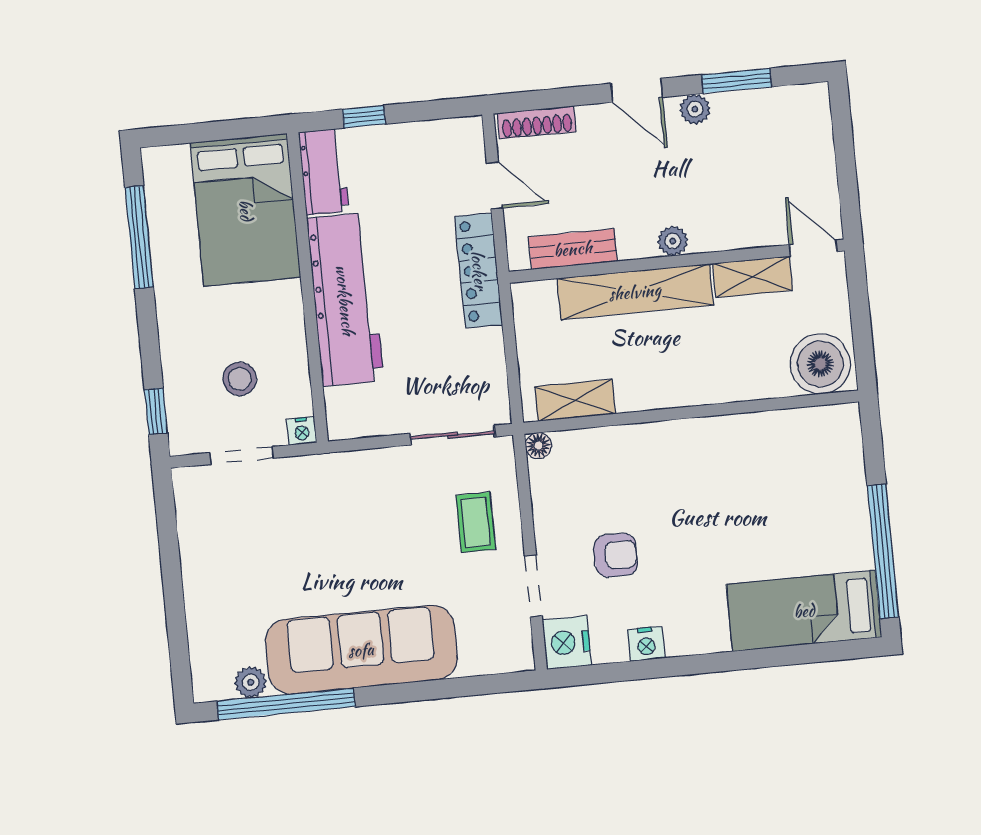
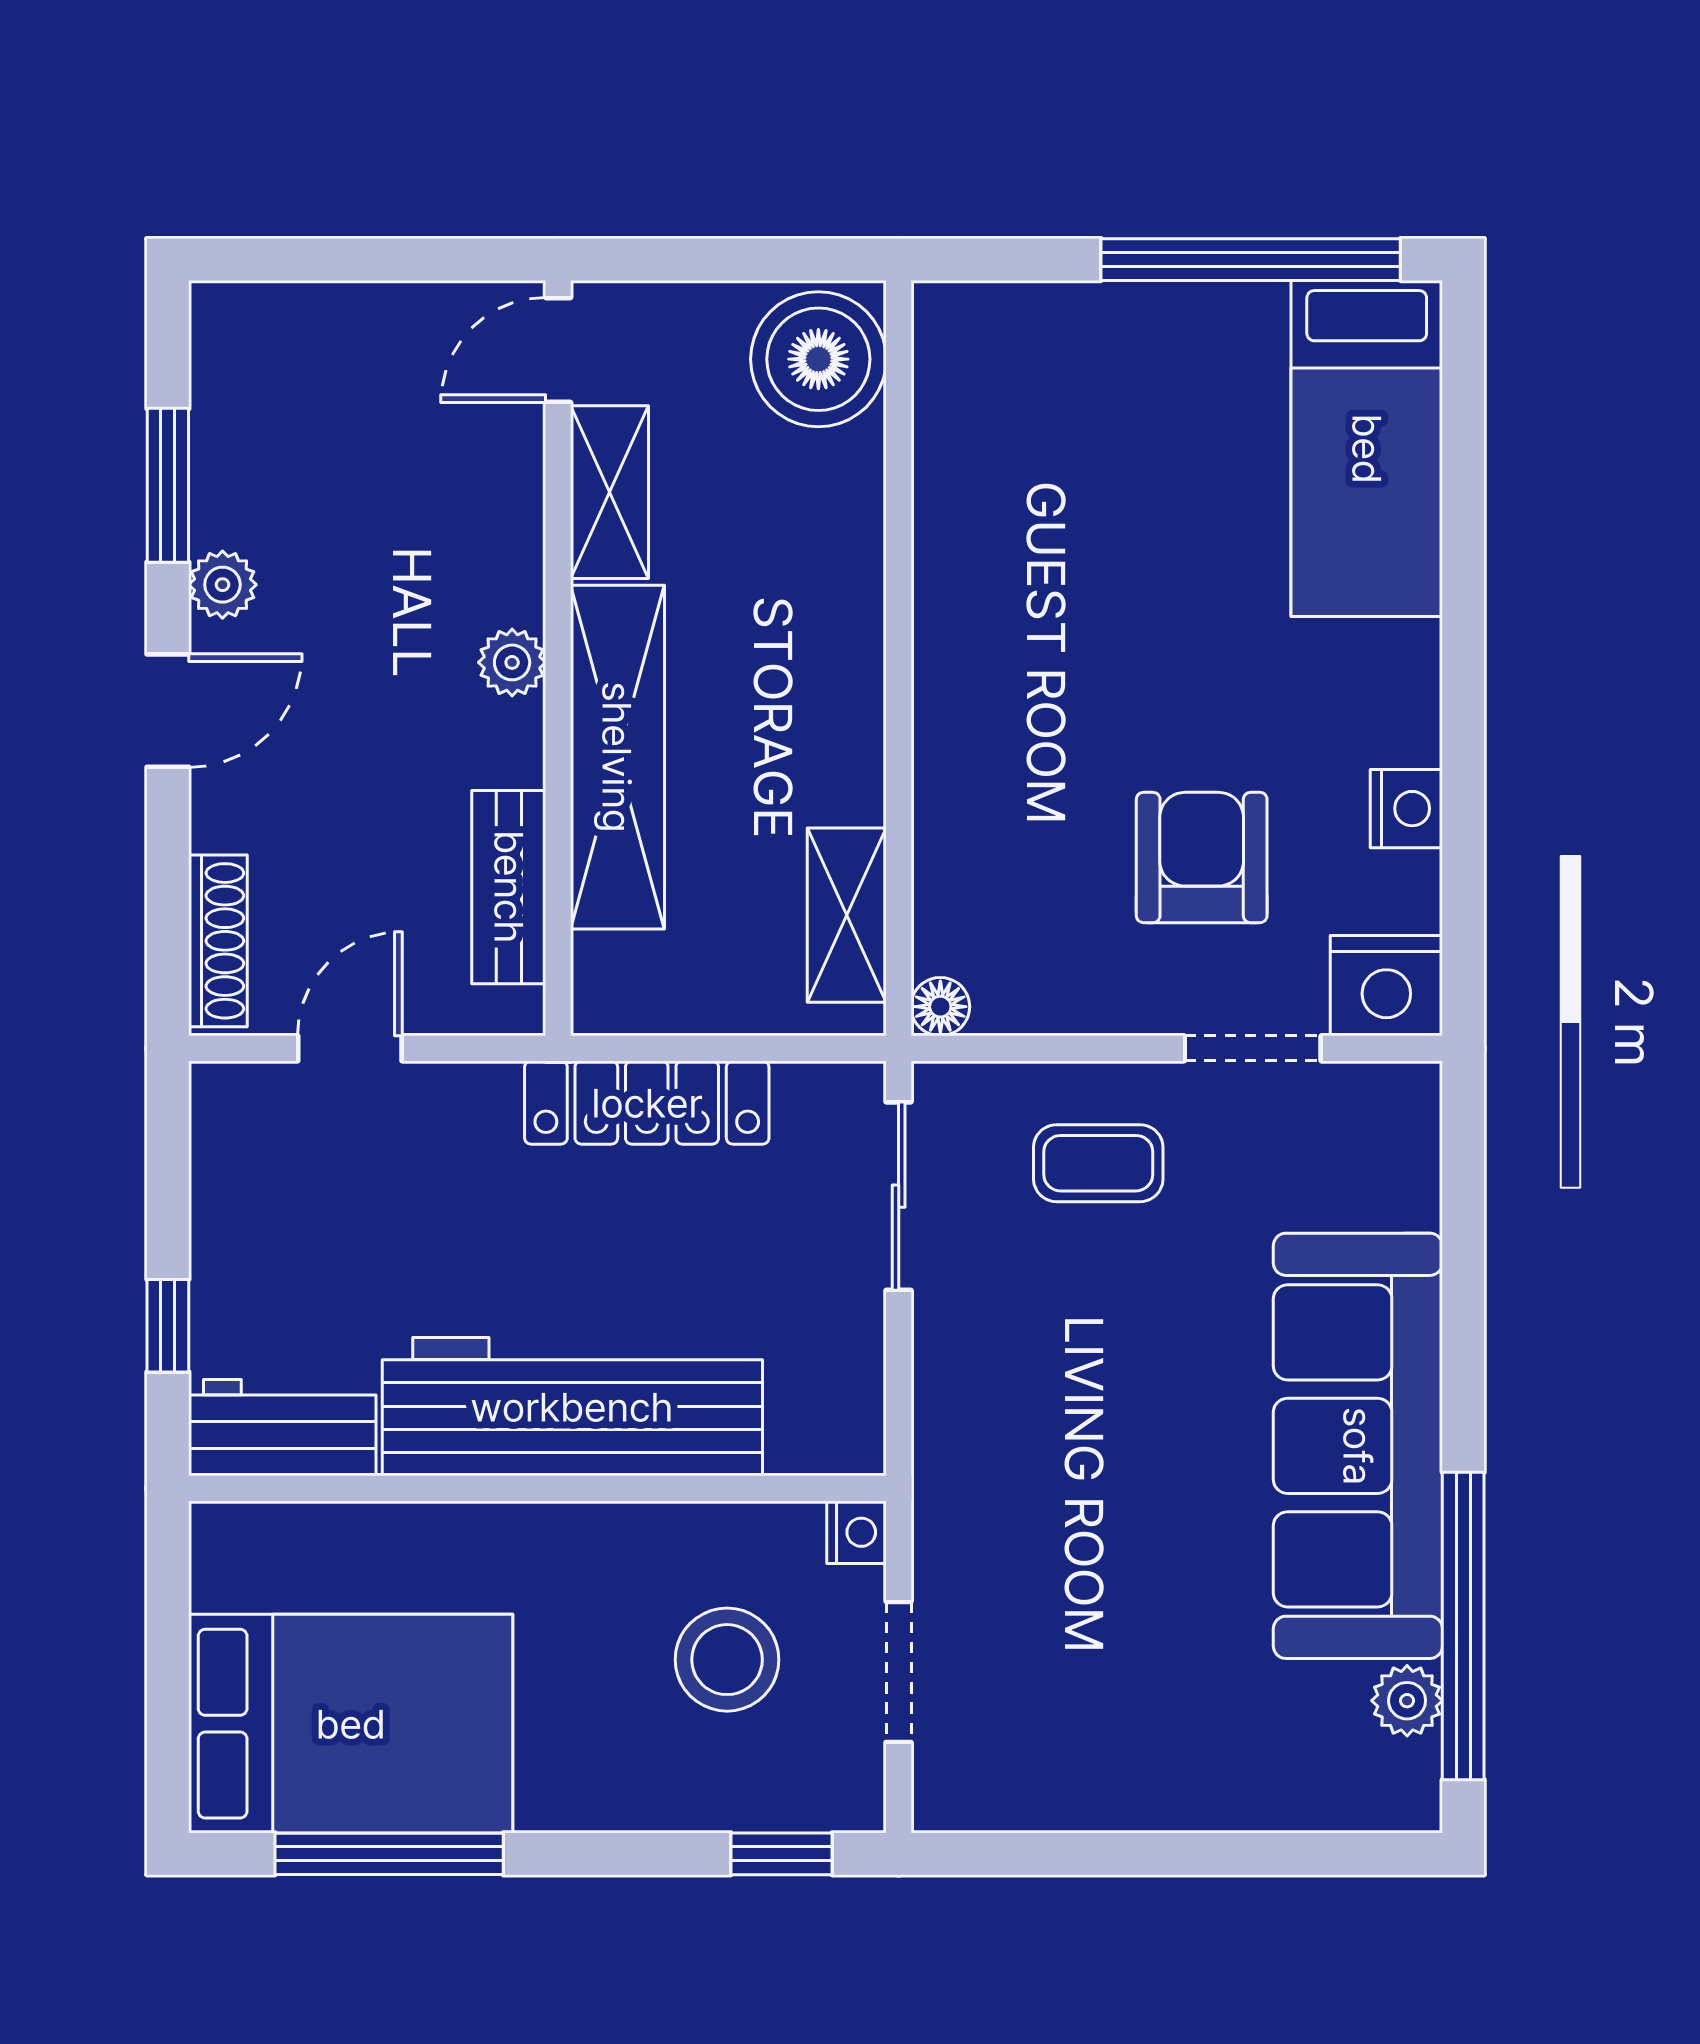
bed: (246, 210) -> (351, 1724), moved
locker: (479, 270) -> (647, 1103), moved
stool: (240, 379) -> (727, 1660), width x1.38, depth x1.38
armchair: (616, 555) -> (1202, 857), width x1.38, depth x1.38

